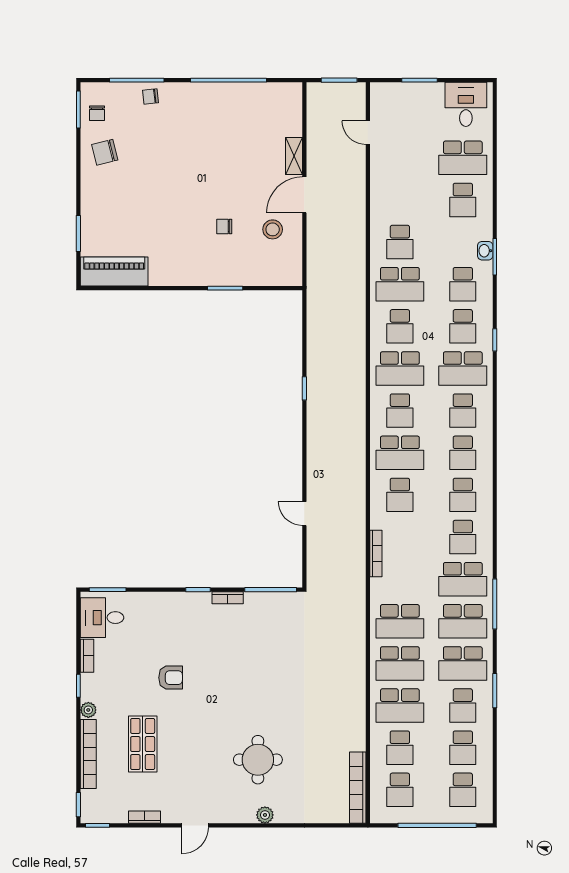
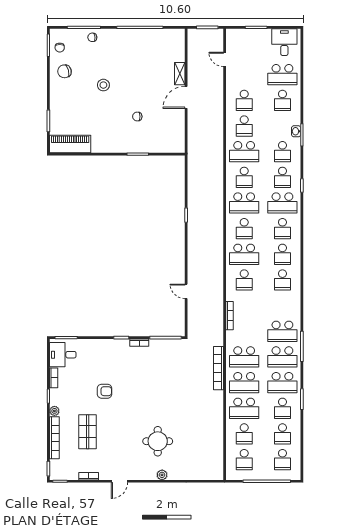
stool: (273, 229) -> (103, 85), moved
school desk: (463, 537) -> (244, 100), moved
bookcase: (358, 788) -> (219, 368), moved

